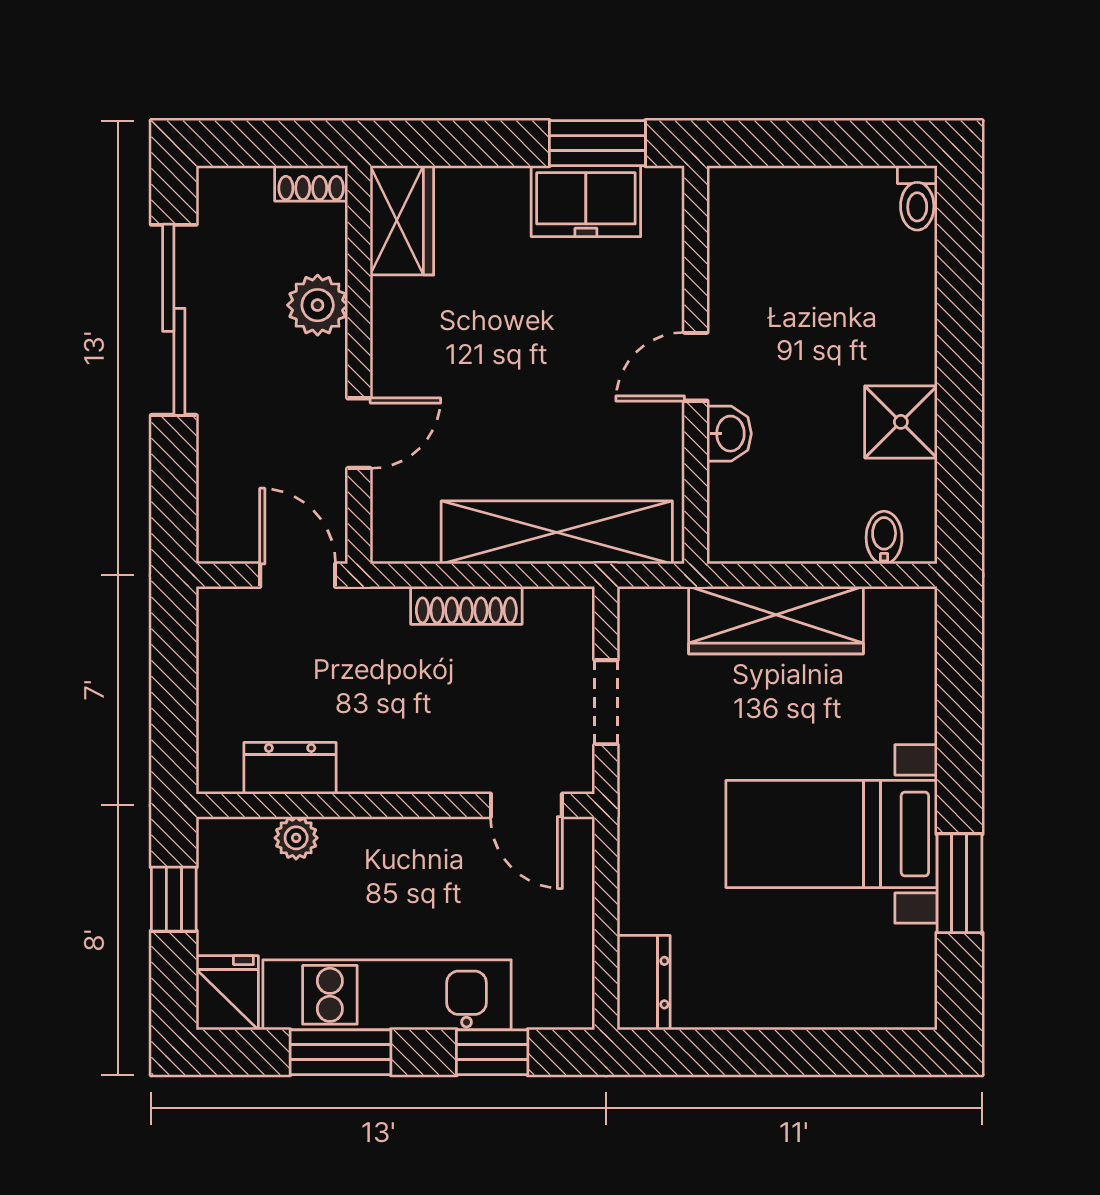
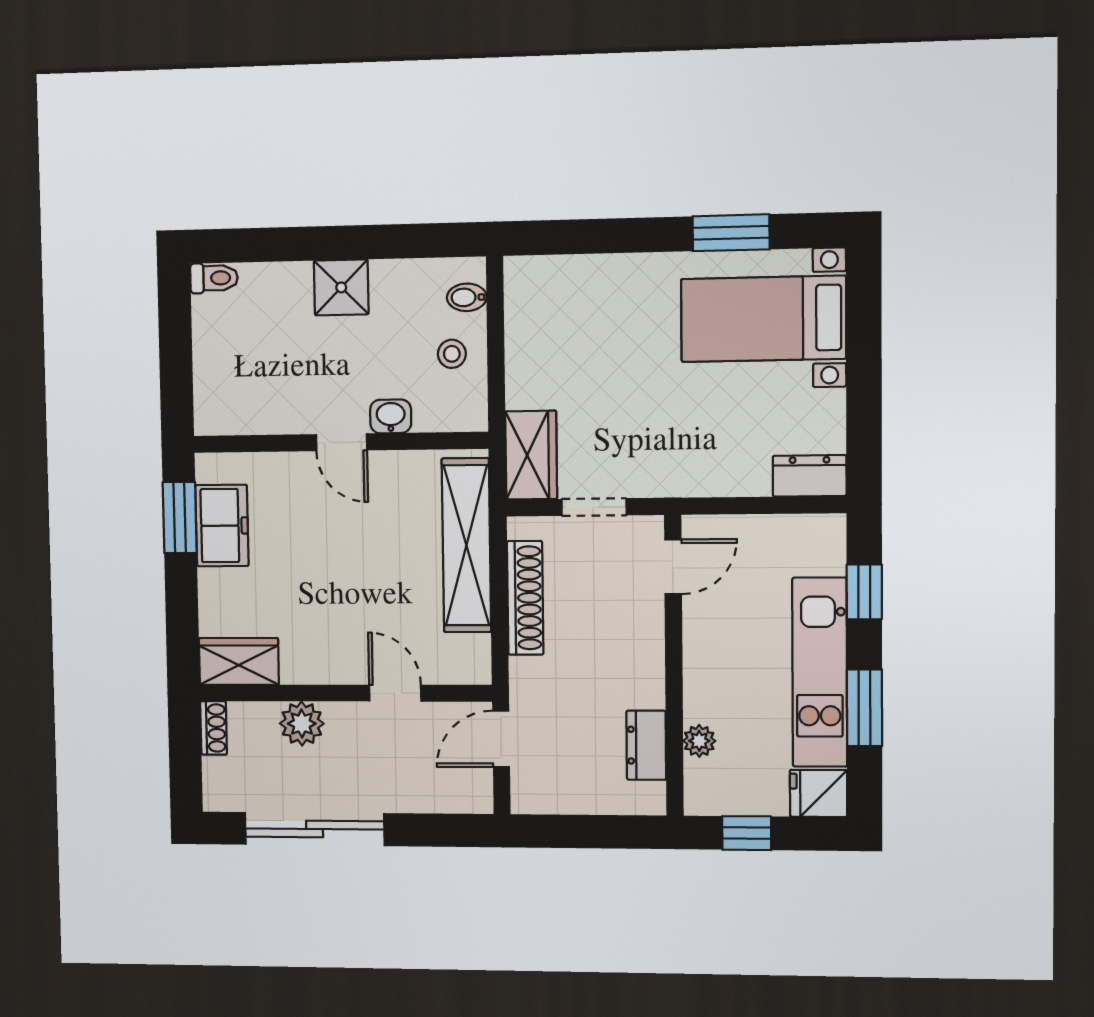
shower: (901, 422) -> (341, 287), moved
stool: (810, 517) -> (452, 354), added
shoe rack: (466, 605) -> (525, 598), width x1.36, depth x1.24
wardrobe: (776, 620) -> (531, 455), moved, width x0.67
bed with nightstands: (831, 834) -> (763, 319), moved, turned 90

